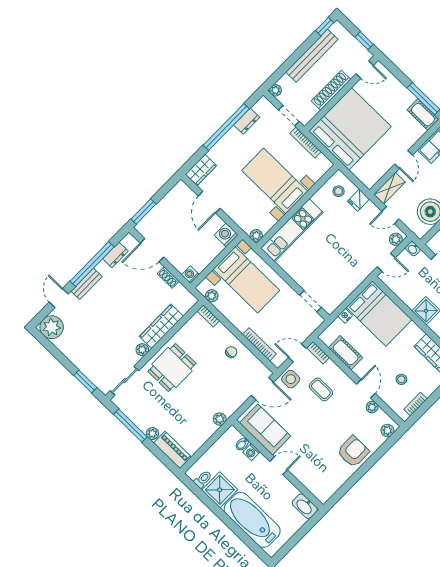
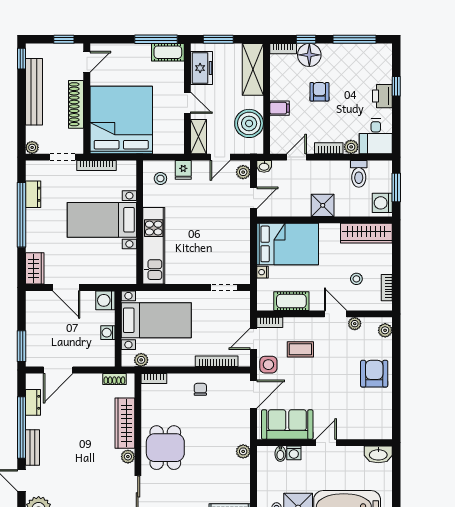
plant: (256, 236) -> (130, 278), removed
washing machine: (190, 275) -> (108, 333), moved
shoe rack: (168, 277) -> (114, 379), moved

